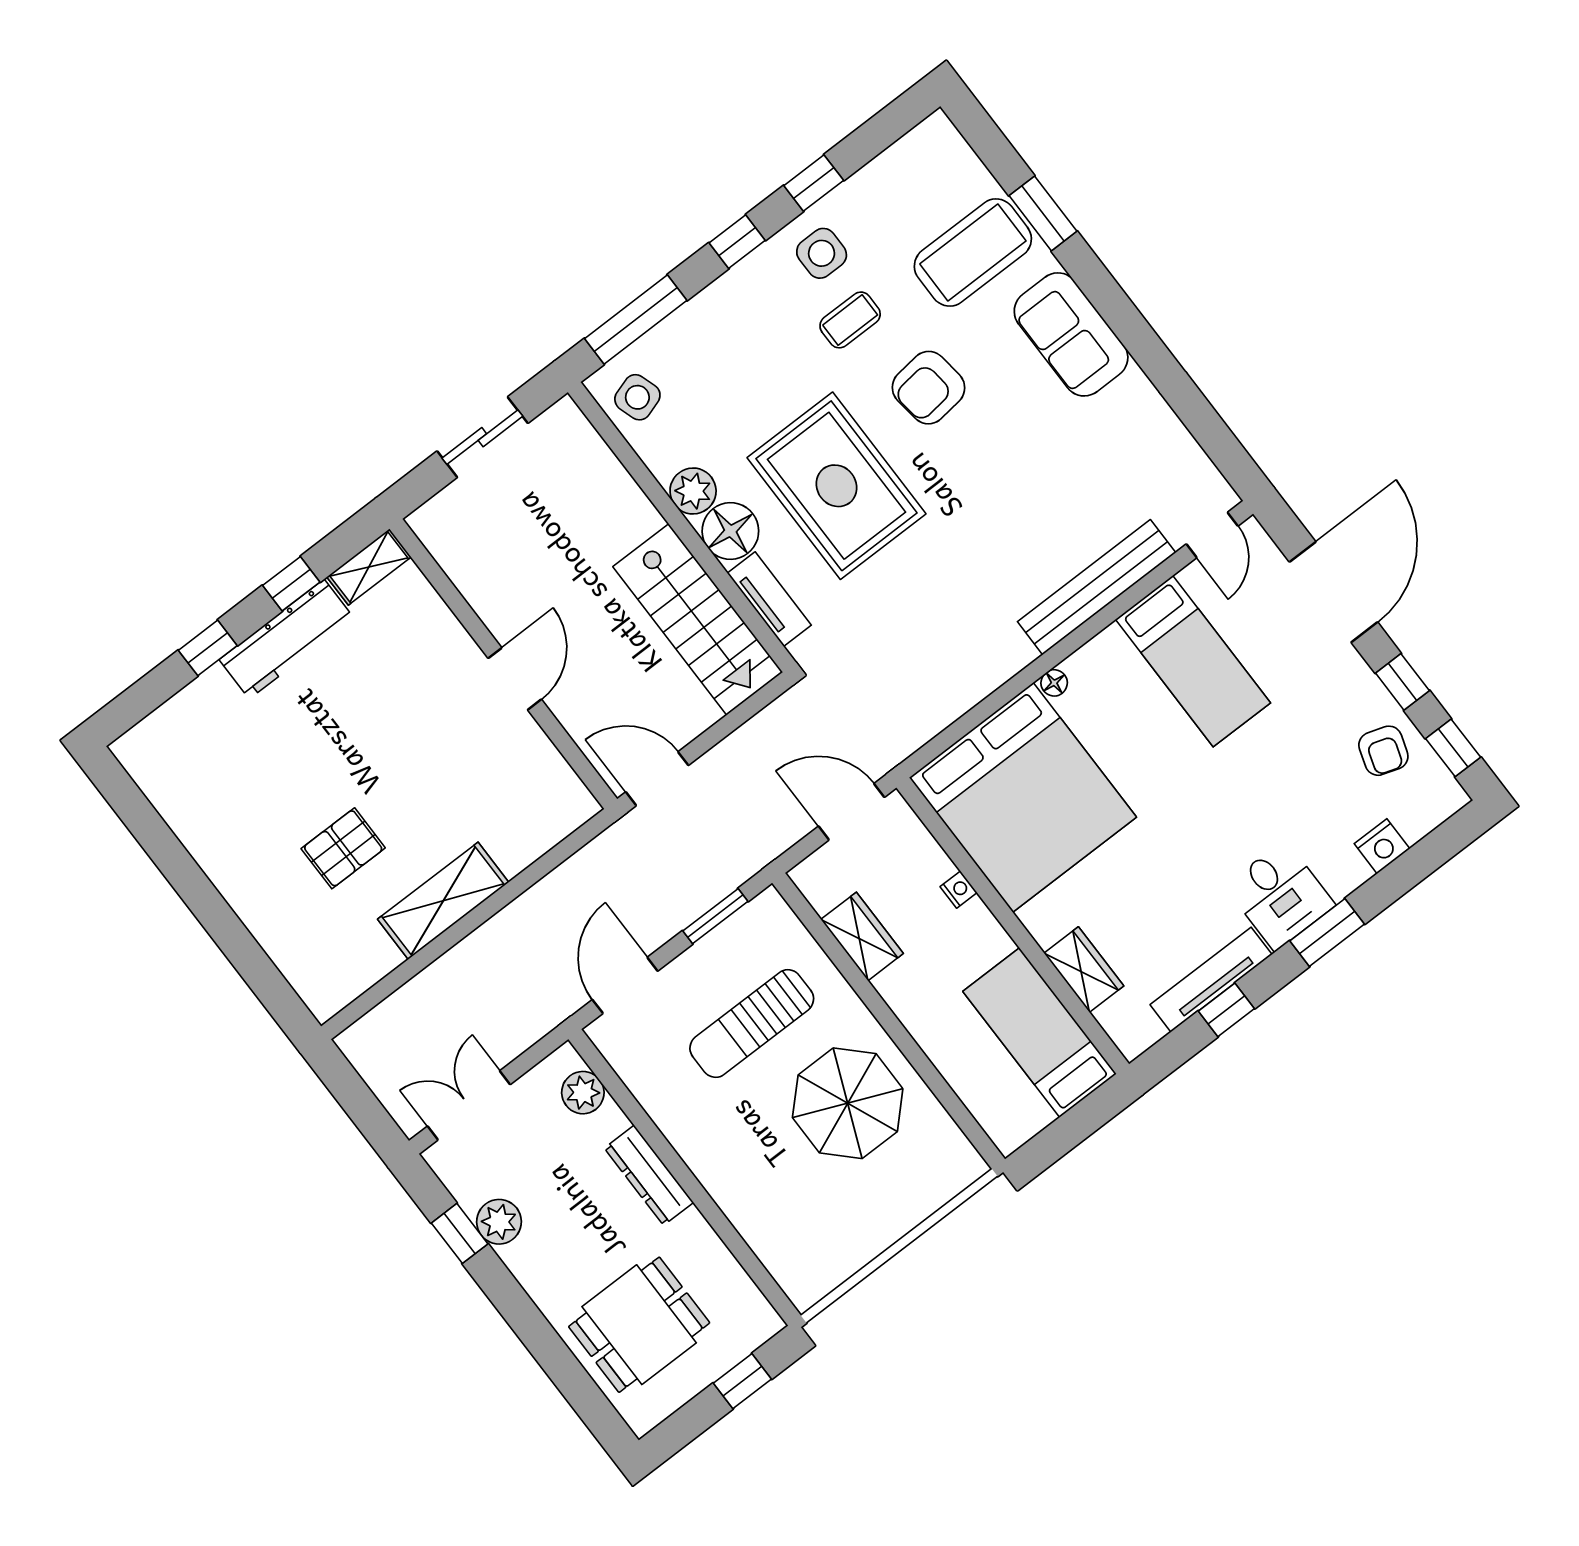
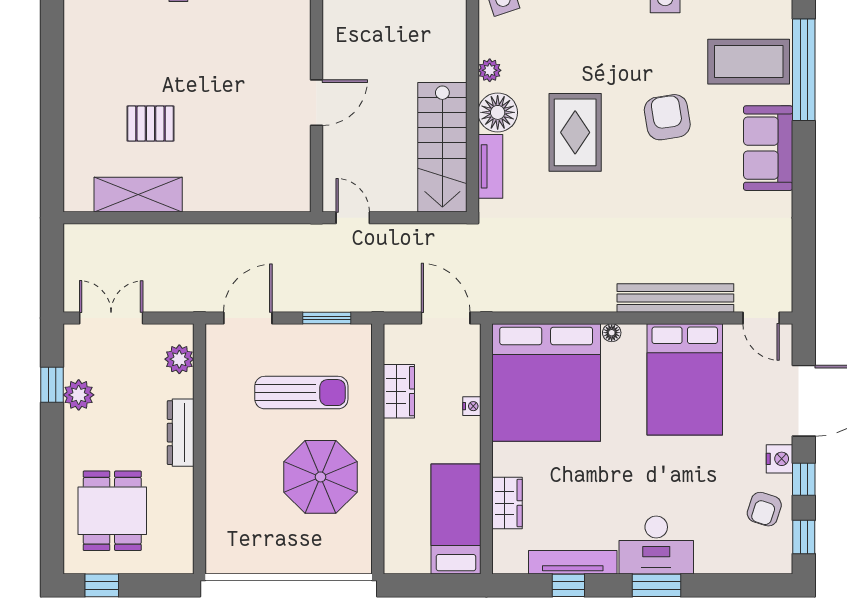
window: (1043, 213) -> (804, 70), width x2.11
coffee table: (850, 320) -> (653, 47), removed
armchair: (929, 388) -> (667, 117), turned 88
rug: (836, 486) -> (575, 132), width x0.73, depth x0.69
plant: (693, 491) -> (490, 70), width x0.73, depth x0.73
door: (1212, 535) -> (761, 318), hinge flipped
bed: (1193, 661) -> (685, 379), width x1.50
door: (657, 779) -> (353, 218), width x0.73
nightstand: (1382, 846) -> (780, 459), moved, turned -90
desk: (1280, 895) -> (656, 545), width x1.37
shelving: (443, 901) -> (138, 195), moved
sun lounger: (752, 1024) -> (301, 393), turned 180
dining table: (639, 1325) -> (112, 511), turned 90
window: (742, 1381) -> (102, 585), moved

